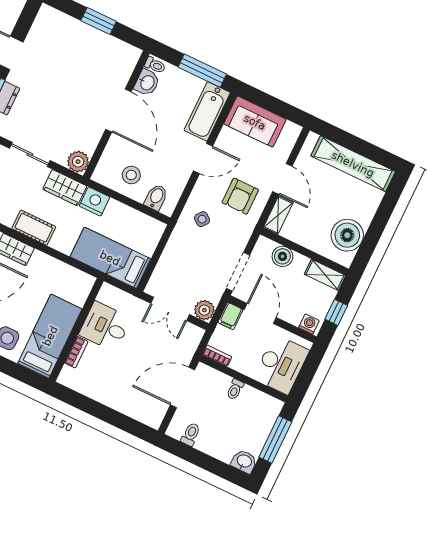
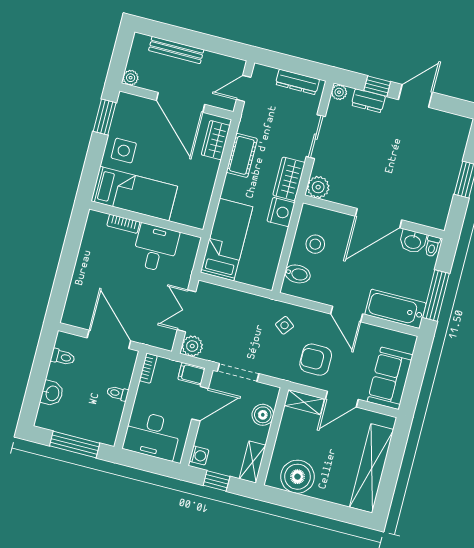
sofa: (255, 122) -> (390, 378), moved
washbasin: (244, 461) -> (52, 393), moved

